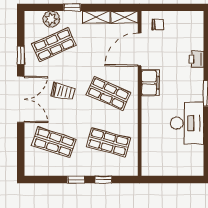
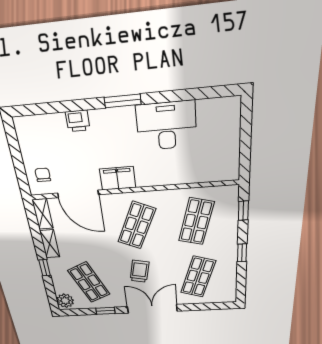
plant: (51, 19) -> (65, 301), moved
window: (103, 180) -> (243, 211), moved

